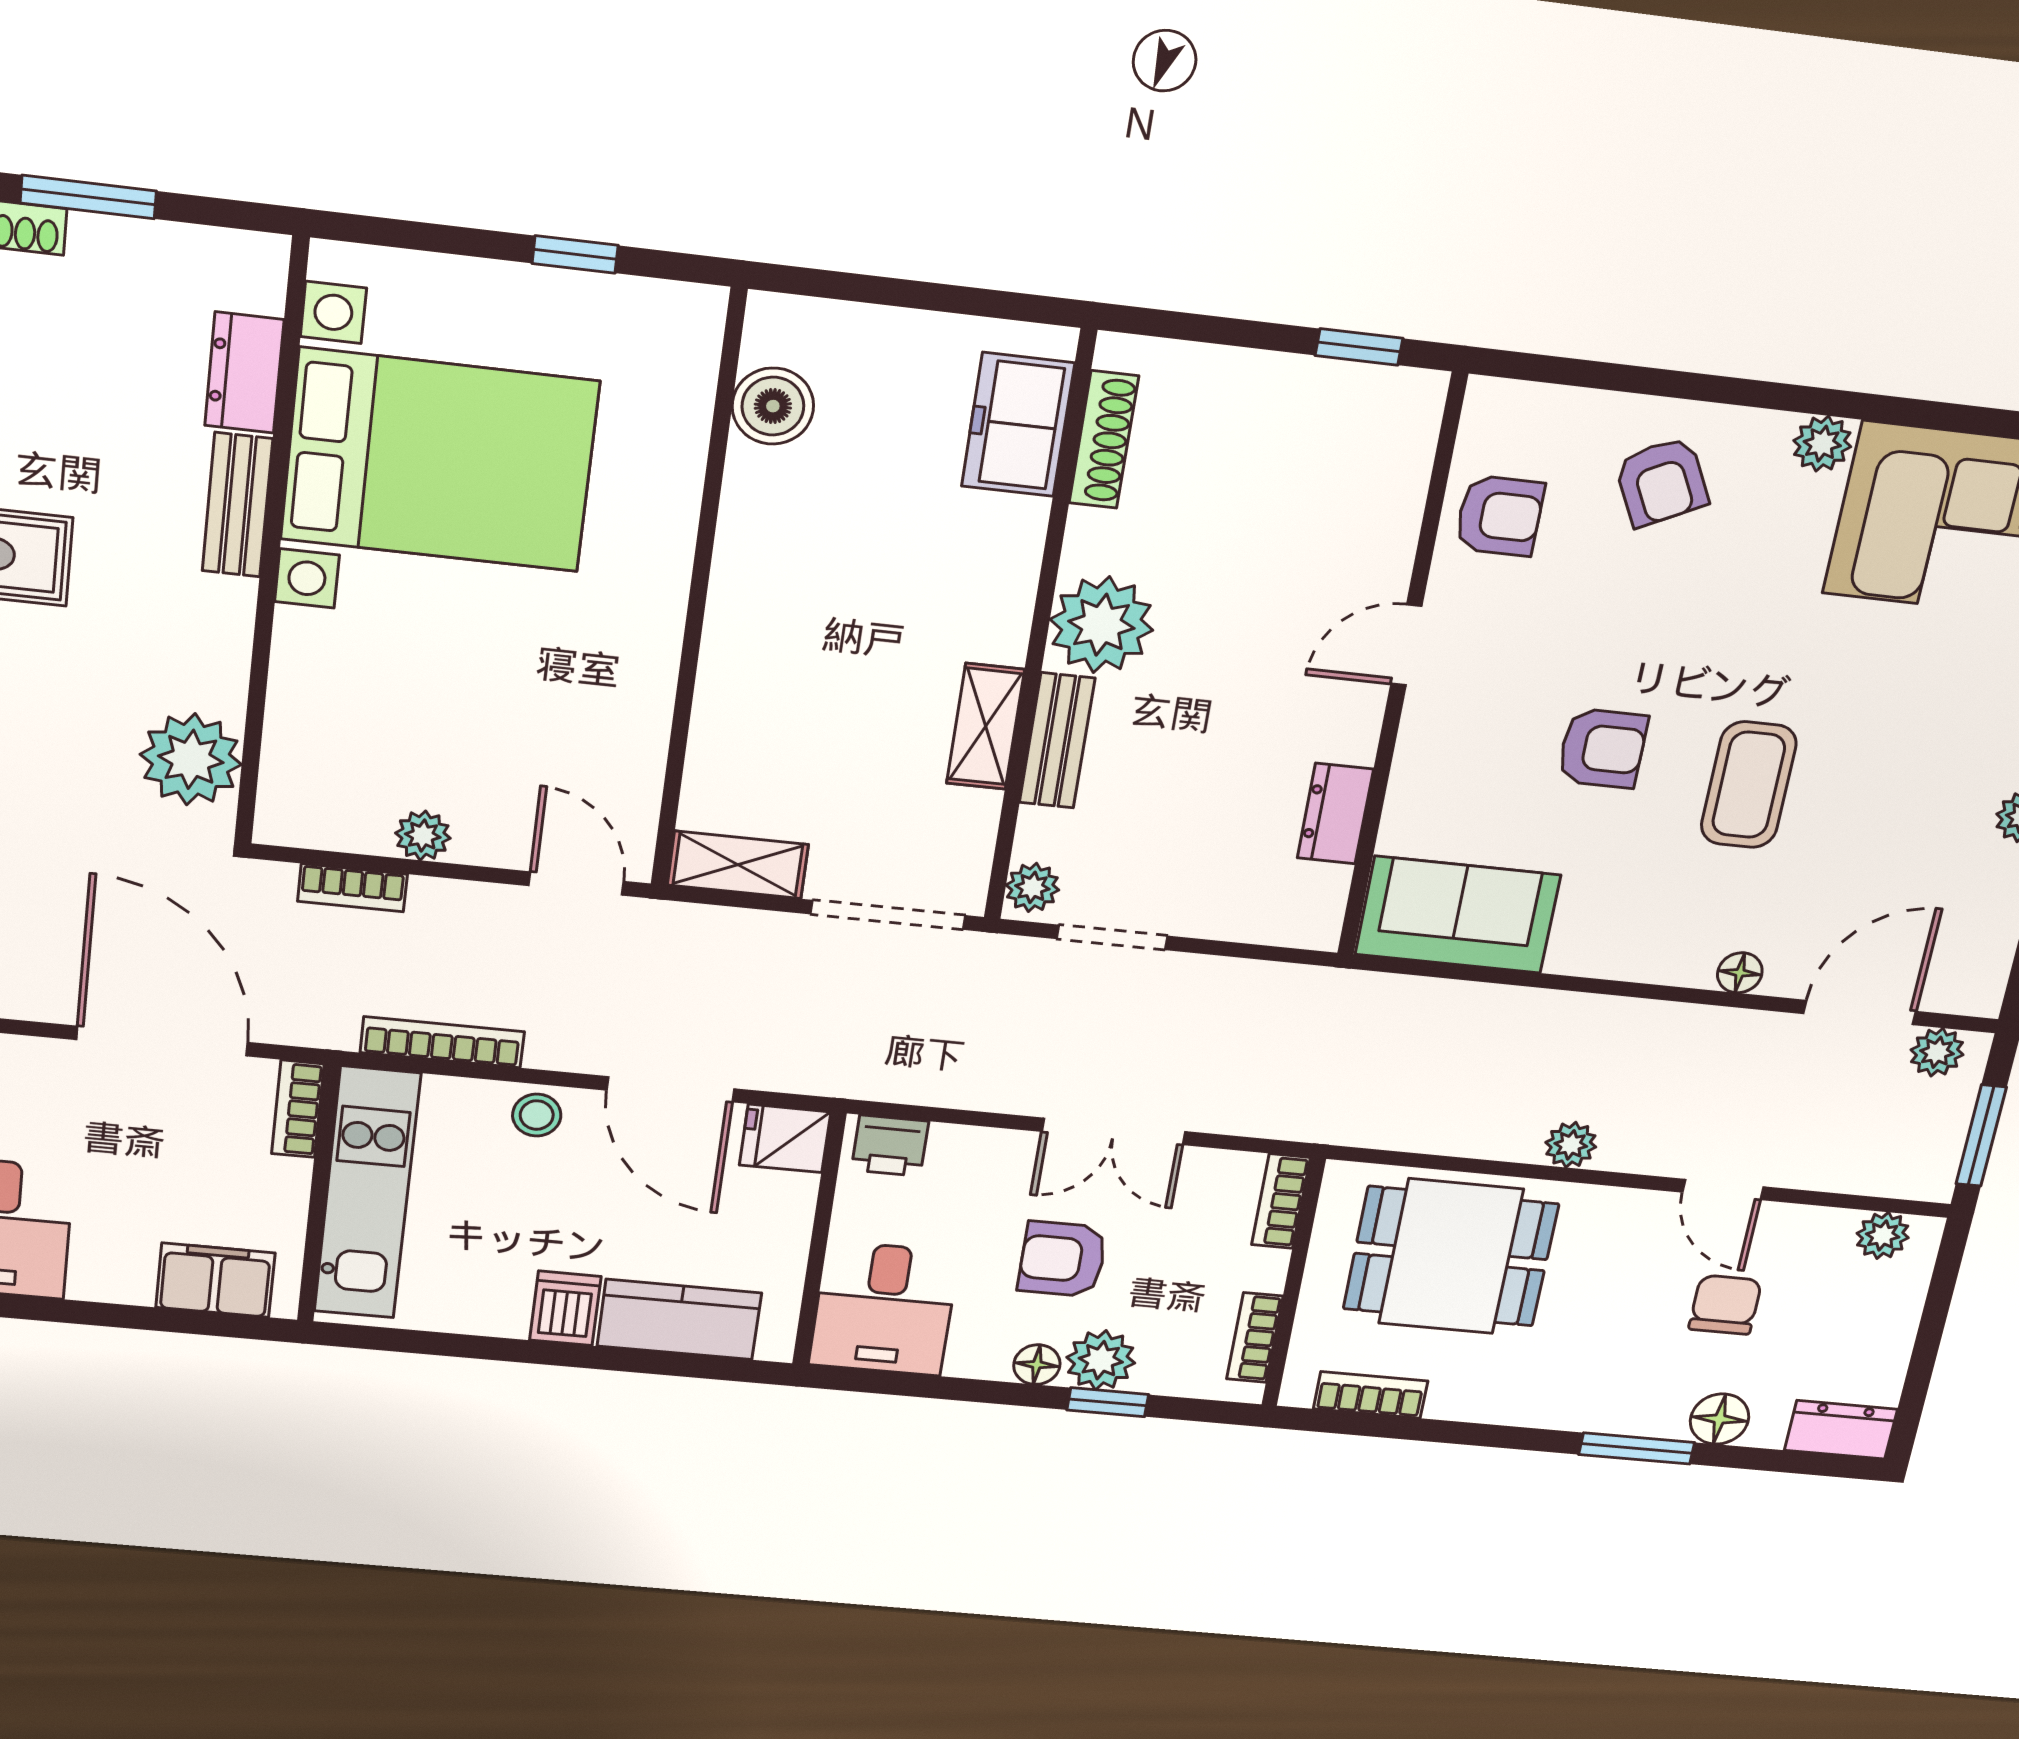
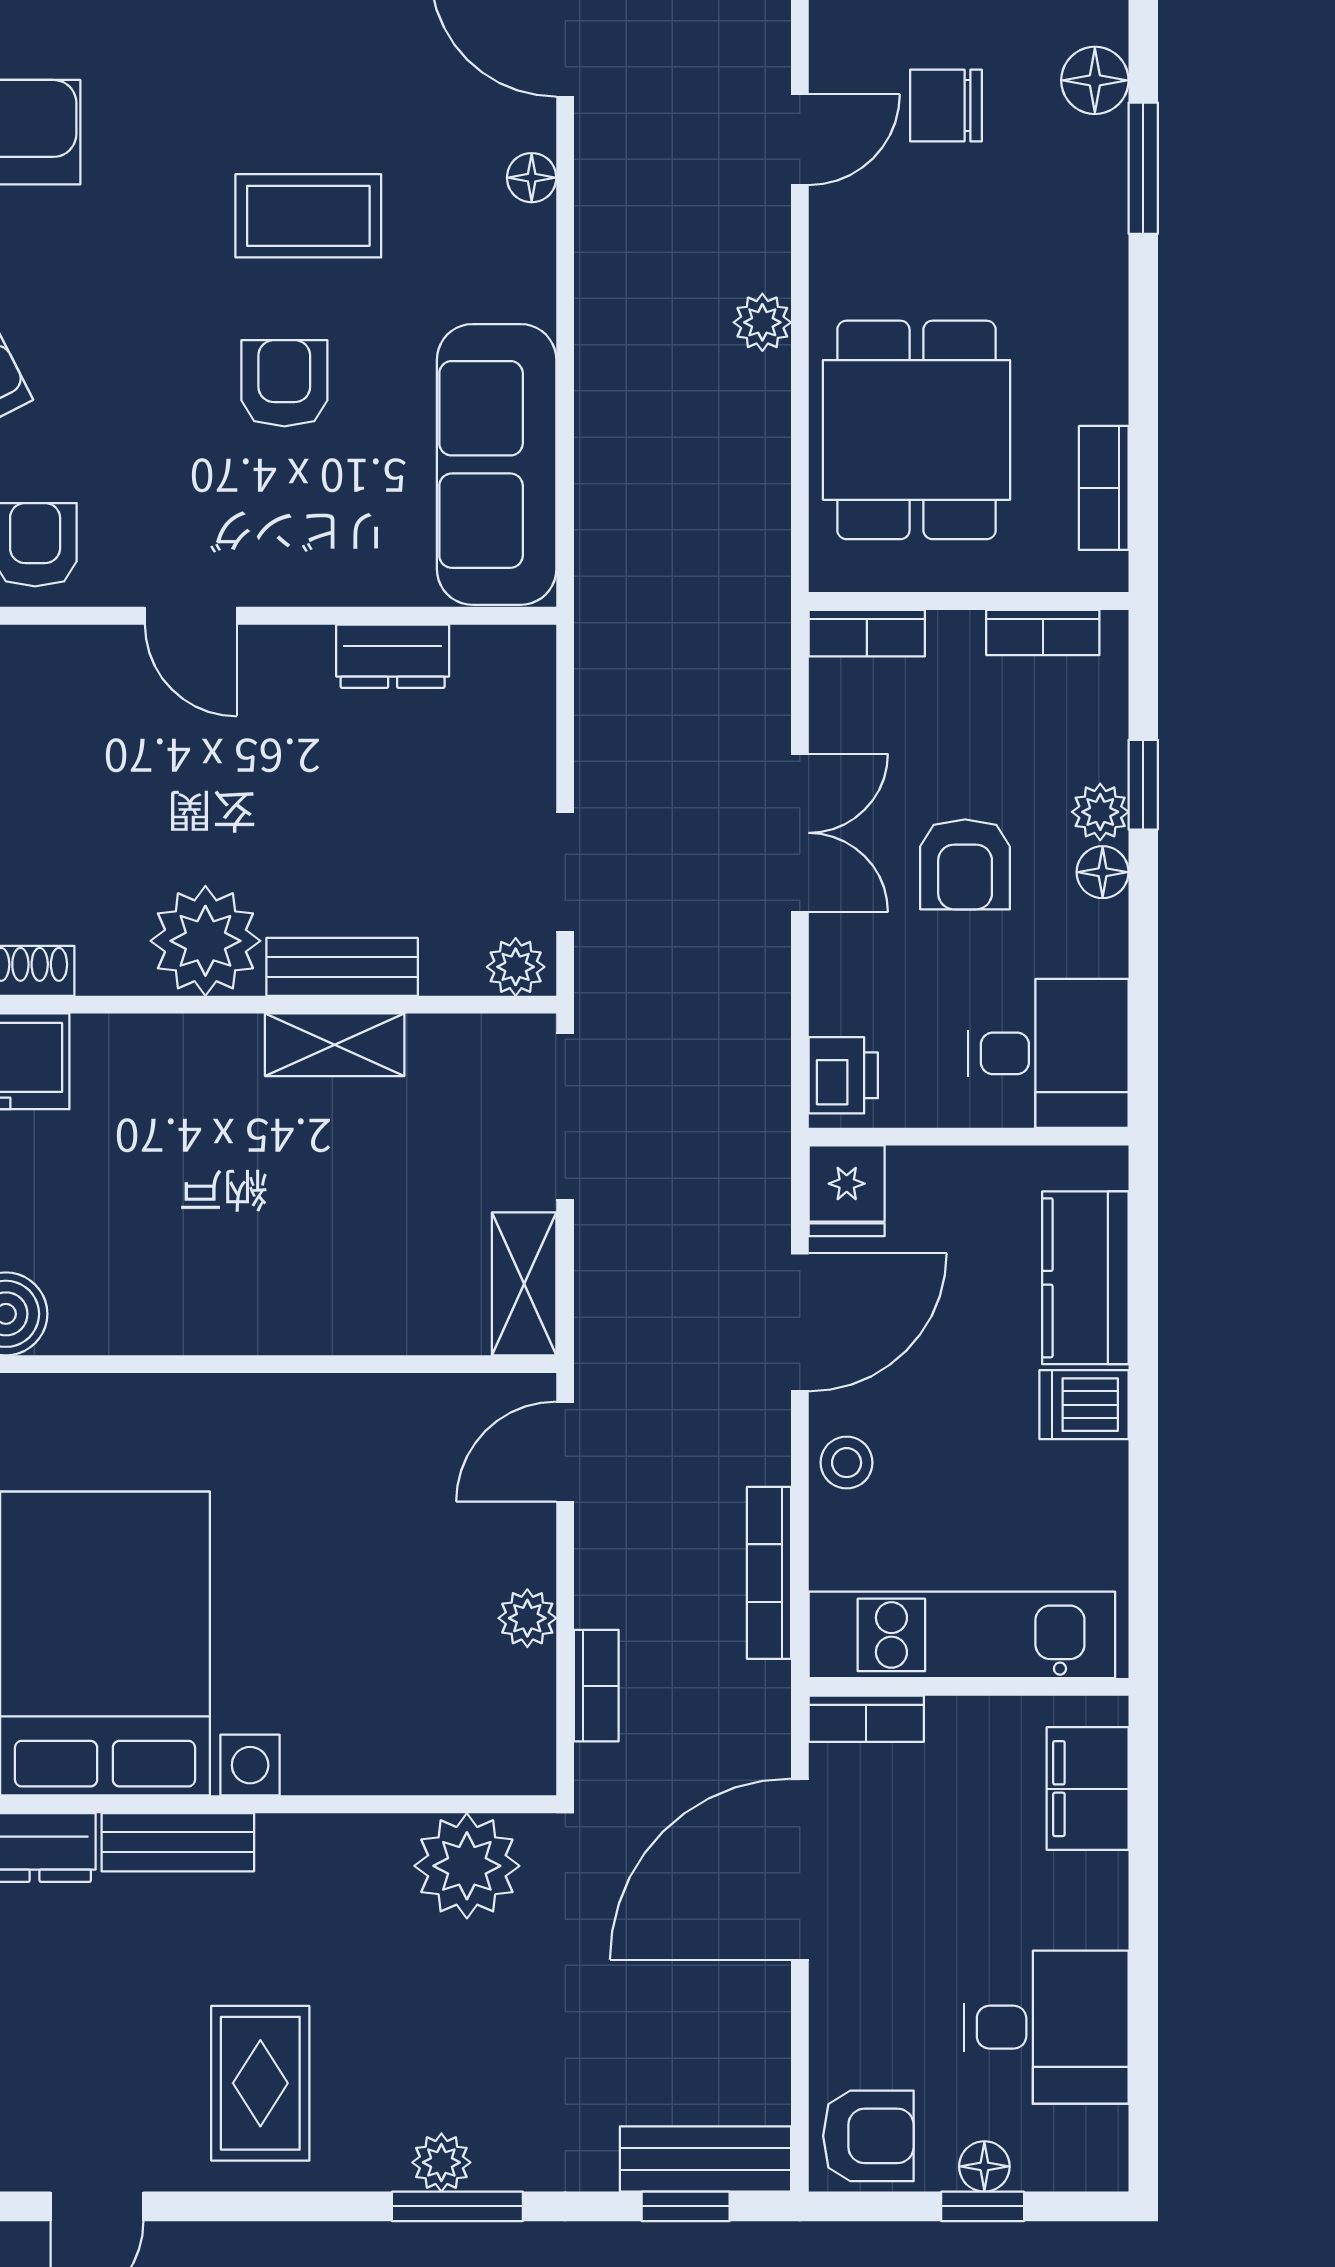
sofa: (1458, 915) -> (497, 464), width x1.36
plant: (1101, 1360) -> (1100, 812), width x0.73, depth x0.73

